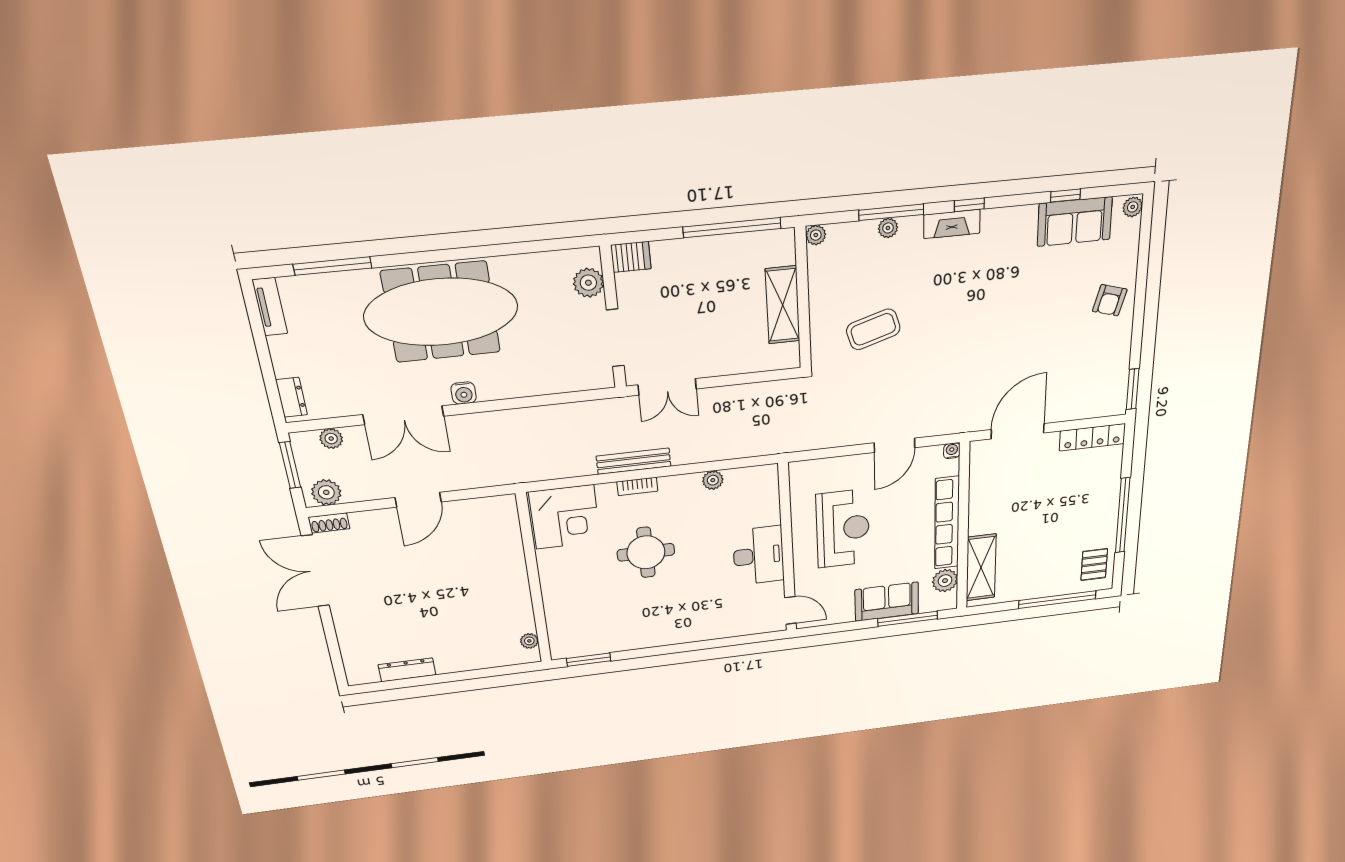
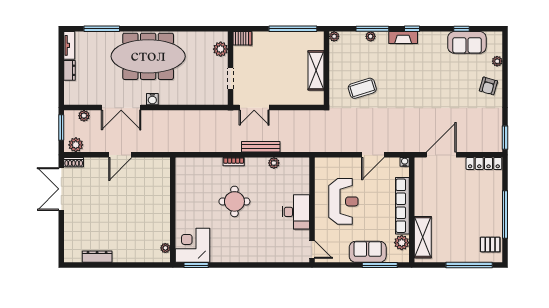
plant: (1133, 207) -> (497, 61), moved
doorway: (615, 338) -> (231, 79), width x0.73
dresser: (291, 397) -> (70, 70), moved
bench: (634, 461) -> (261, 147), moved
corner desk: (565, 517) -> (193, 245), moved, turned 180
pallet: (1094, 565) -> (490, 244), turned 90

